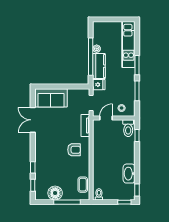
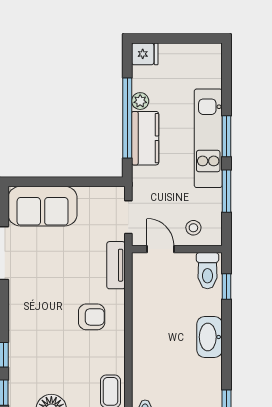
kitchen unit: (128, 45) -> (208, 138), moved
fridge: (99, 85) -> (145, 54), moved
door: (106, 118) -> (160, 249), hinge flipped
washbasin: (129, 174) -> (210, 337), moved

